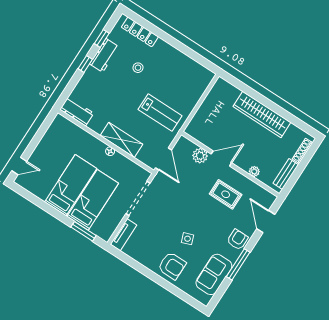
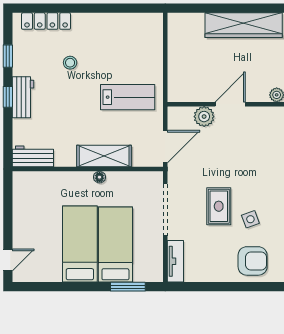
workbench: (104, 55) -> (23, 97), moved
door: (164, 159) -> (165, 147), hinge flipped
rug: (226, 194) -> (219, 206), moved, turned 90

